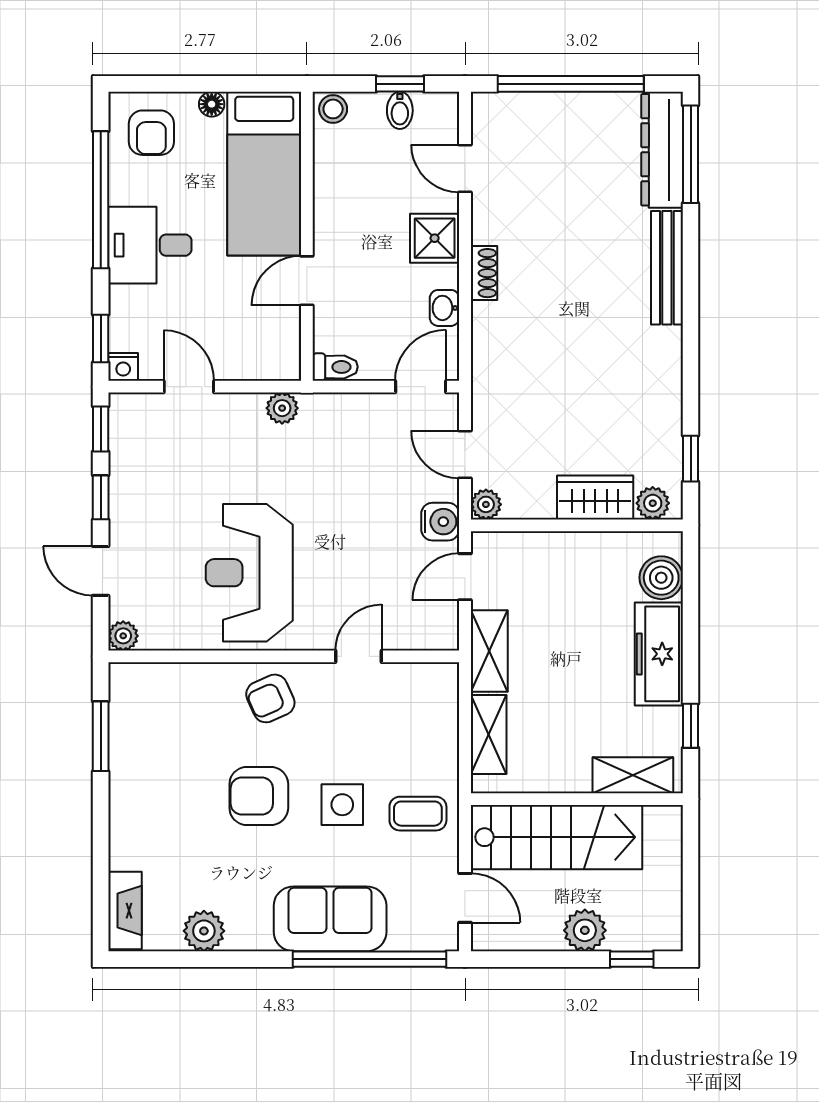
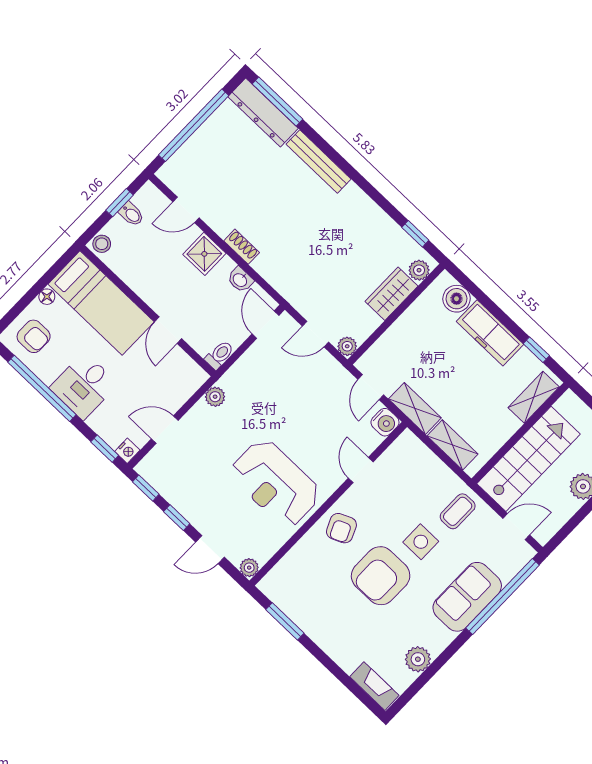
water cooler: (440, 522) -> (385, 422), moved, turned 90
armchair: (259, 796) -> (381, 576), width x1.36, depth x1.36

